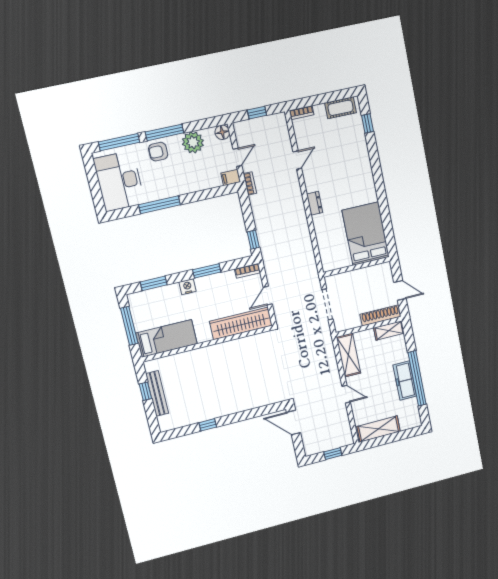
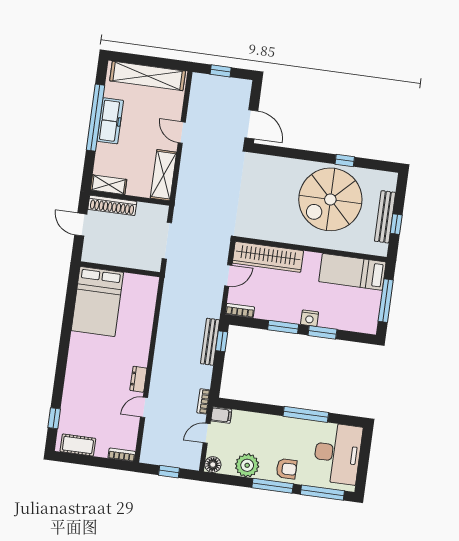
dresser: (315, 203) -> (138, 379), moved
bench: (263, 236) -> (210, 342), added
window: (154, 283) -> (322, 332), moved
spiral stairs: (207, 389) -> (330, 199), added
shelving: (379, 429) -> (148, 76), width x1.47

